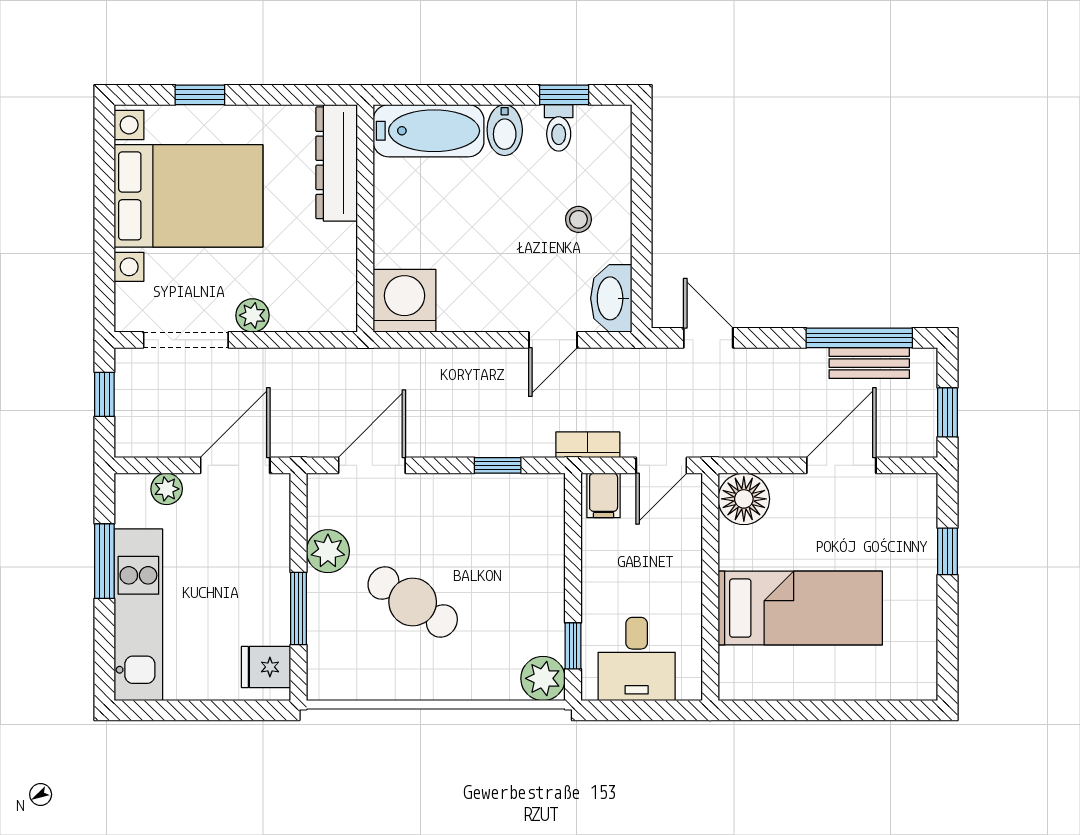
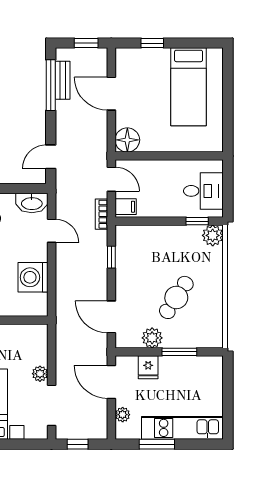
washing machine: (404, 301) -> (33, 277), moved
bed: (800, 608) -> (189, 87), moved, turned 180
fridge: (266, 667) -> (148, 367), moved

